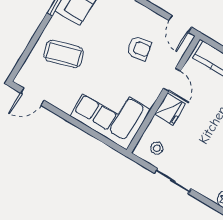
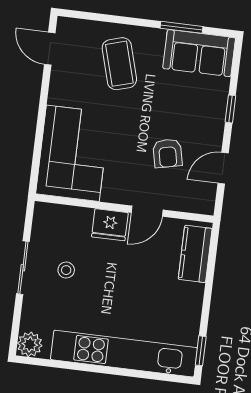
door: (180, 24) -> (223, 168), moved
stool: (157, 148) -> (66, 270), moved

